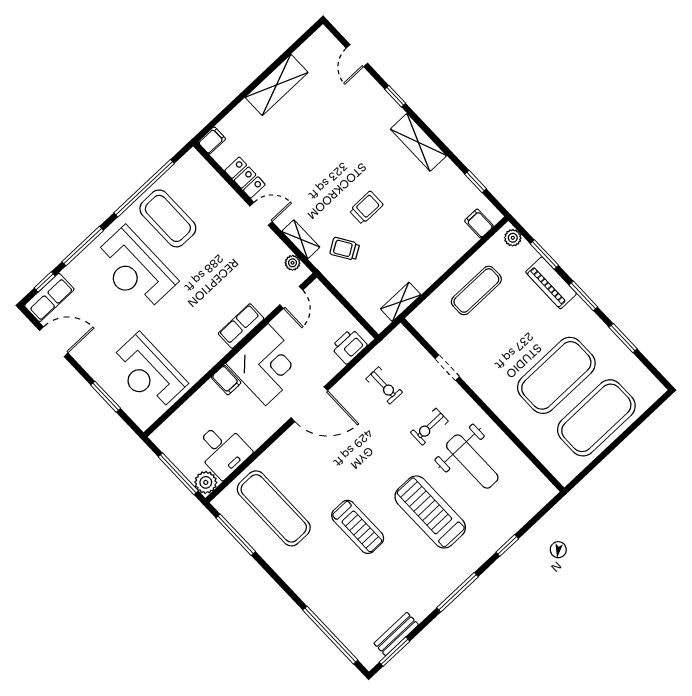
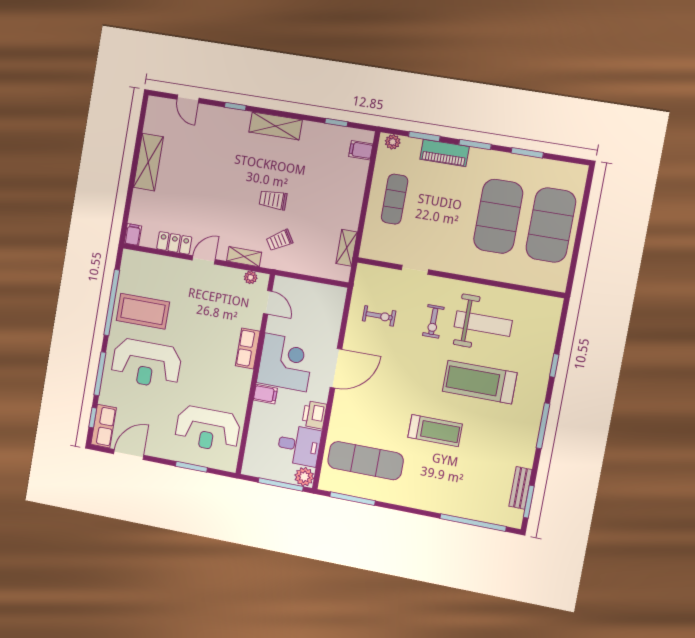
trolley: (366, 208) -> (273, 200), turned -90
printer: (349, 346) -> (314, 415), moved

